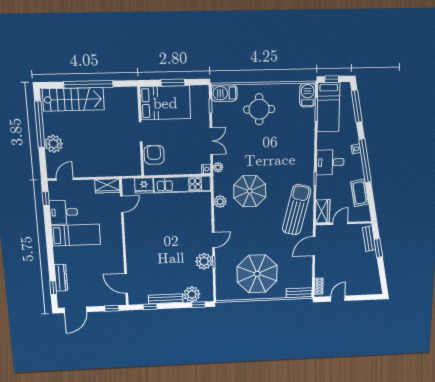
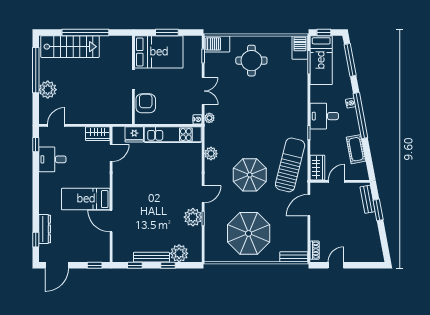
parasol: (250, 191) -> (250, 175), moved
bed: (76, 235) -> (86, 199), moved, turned 180
door: (126, 283) -> (111, 221), moved
window: (199, 305) -> (168, 265), moved

